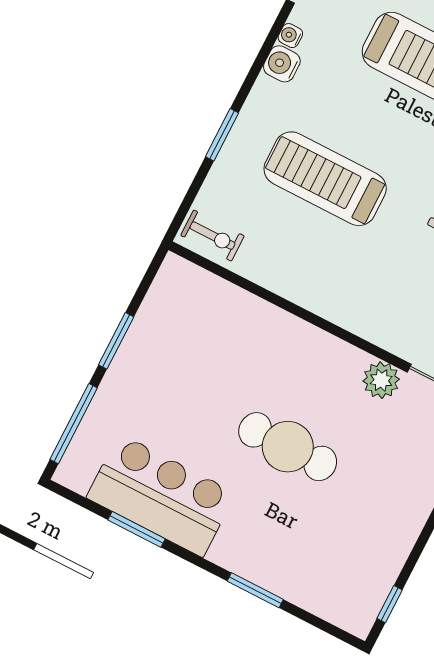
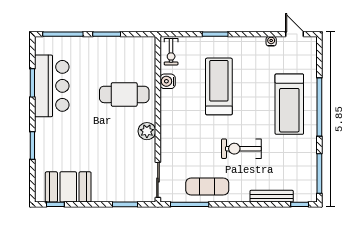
water cooler: (282, 64) -> (168, 81), moved, turned -90
plant: (381, 380) -> (147, 131), moved
cafe table: (288, 447) -> (124, 94), moved, turned 90
booth: (369, 563) -> (68, 187), added

